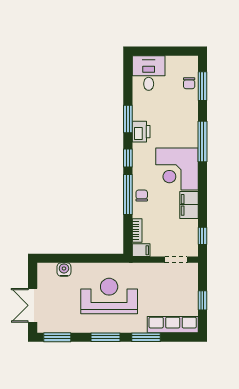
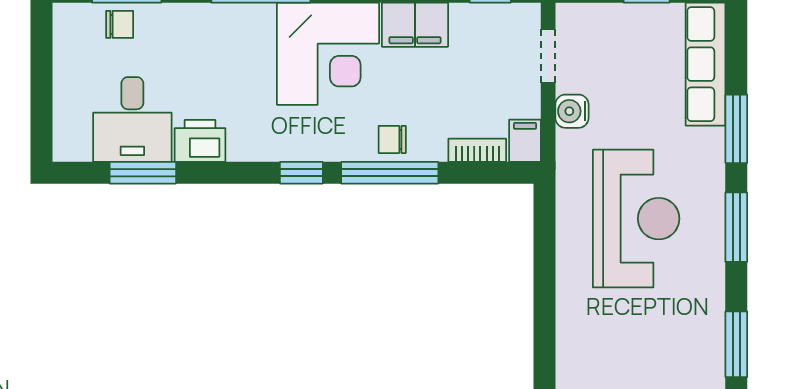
desk: (149, 73) -> (132, 119), moved, turned -90
window: (128, 119) -> (143, 173), moved
printer: (141, 132) -> (200, 141), moved
water cooler: (64, 270) -> (572, 111), moved
reception desk: (109, 296) -> (636, 219), turned 180

